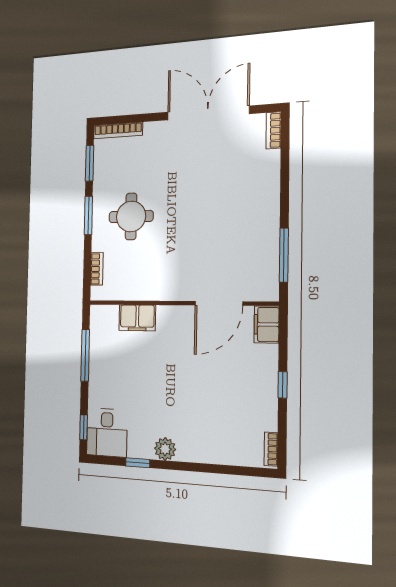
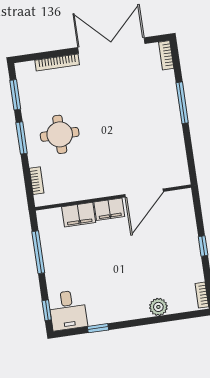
bookcase: (118, 130) -> (57, 62), moved
window: (284, 255) -> (182, 103), moved
filing cabinet: (267, 325) -> (109, 209), moved, turned -90
plant: (165, 449) -> (158, 307), moved

